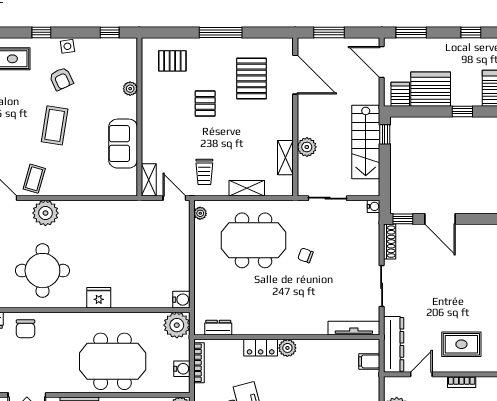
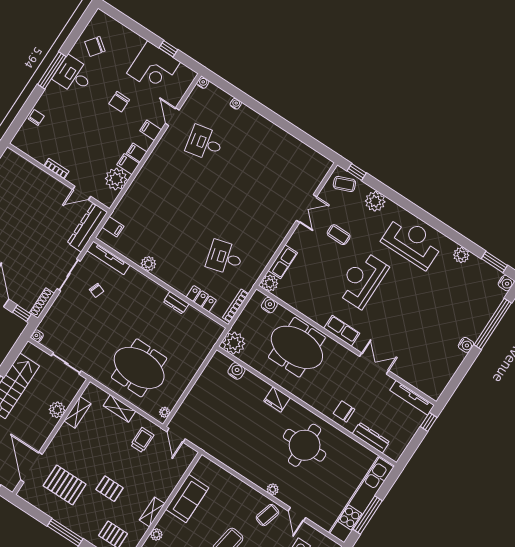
pallet: (251, 78) -> (65, 485), turned 90
pallet: (205, 103) -> (110, 489), turned 90
shelving: (149, 180) -> (152, 512), moved
plant: (45, 213) -> (273, 489), width x0.53, depth x0.53
chair: (305, 255) -> (97, 290), moved
water cooler: (181, 300) -> (236, 371), moved, turned 90
dresser: (218, 328) -> (176, 303), moved
chair: (25, 329) -> (344, 411), turned -90
rug: (461, 344) -> (39, 196), removed
locker: (261, 348) -> (201, 299), moved
plant: (287, 348) -> (148, 264), moved
water cooler: (182, 369) -> (269, 305), moved, turned 90

